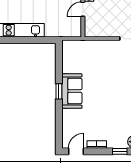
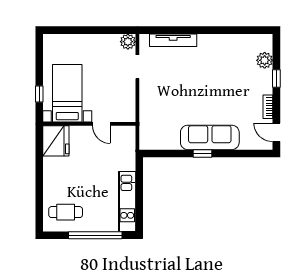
sofa: (72, 91) -> (210, 137), width x1.36

